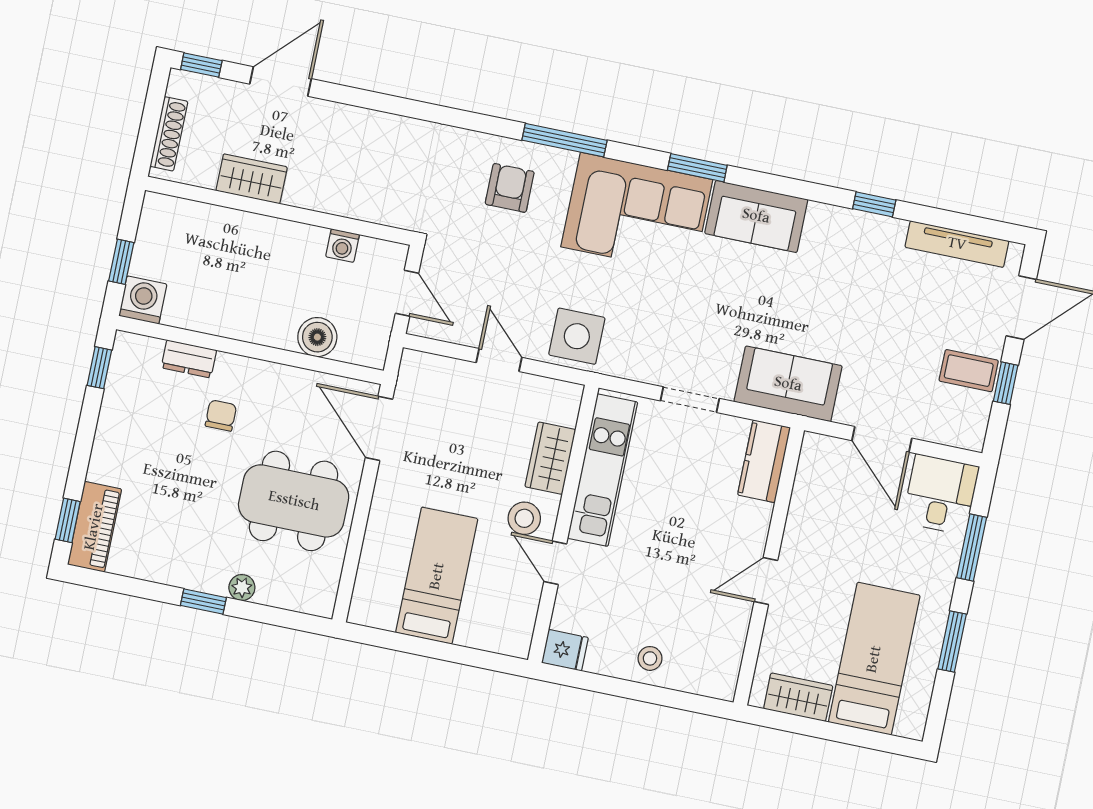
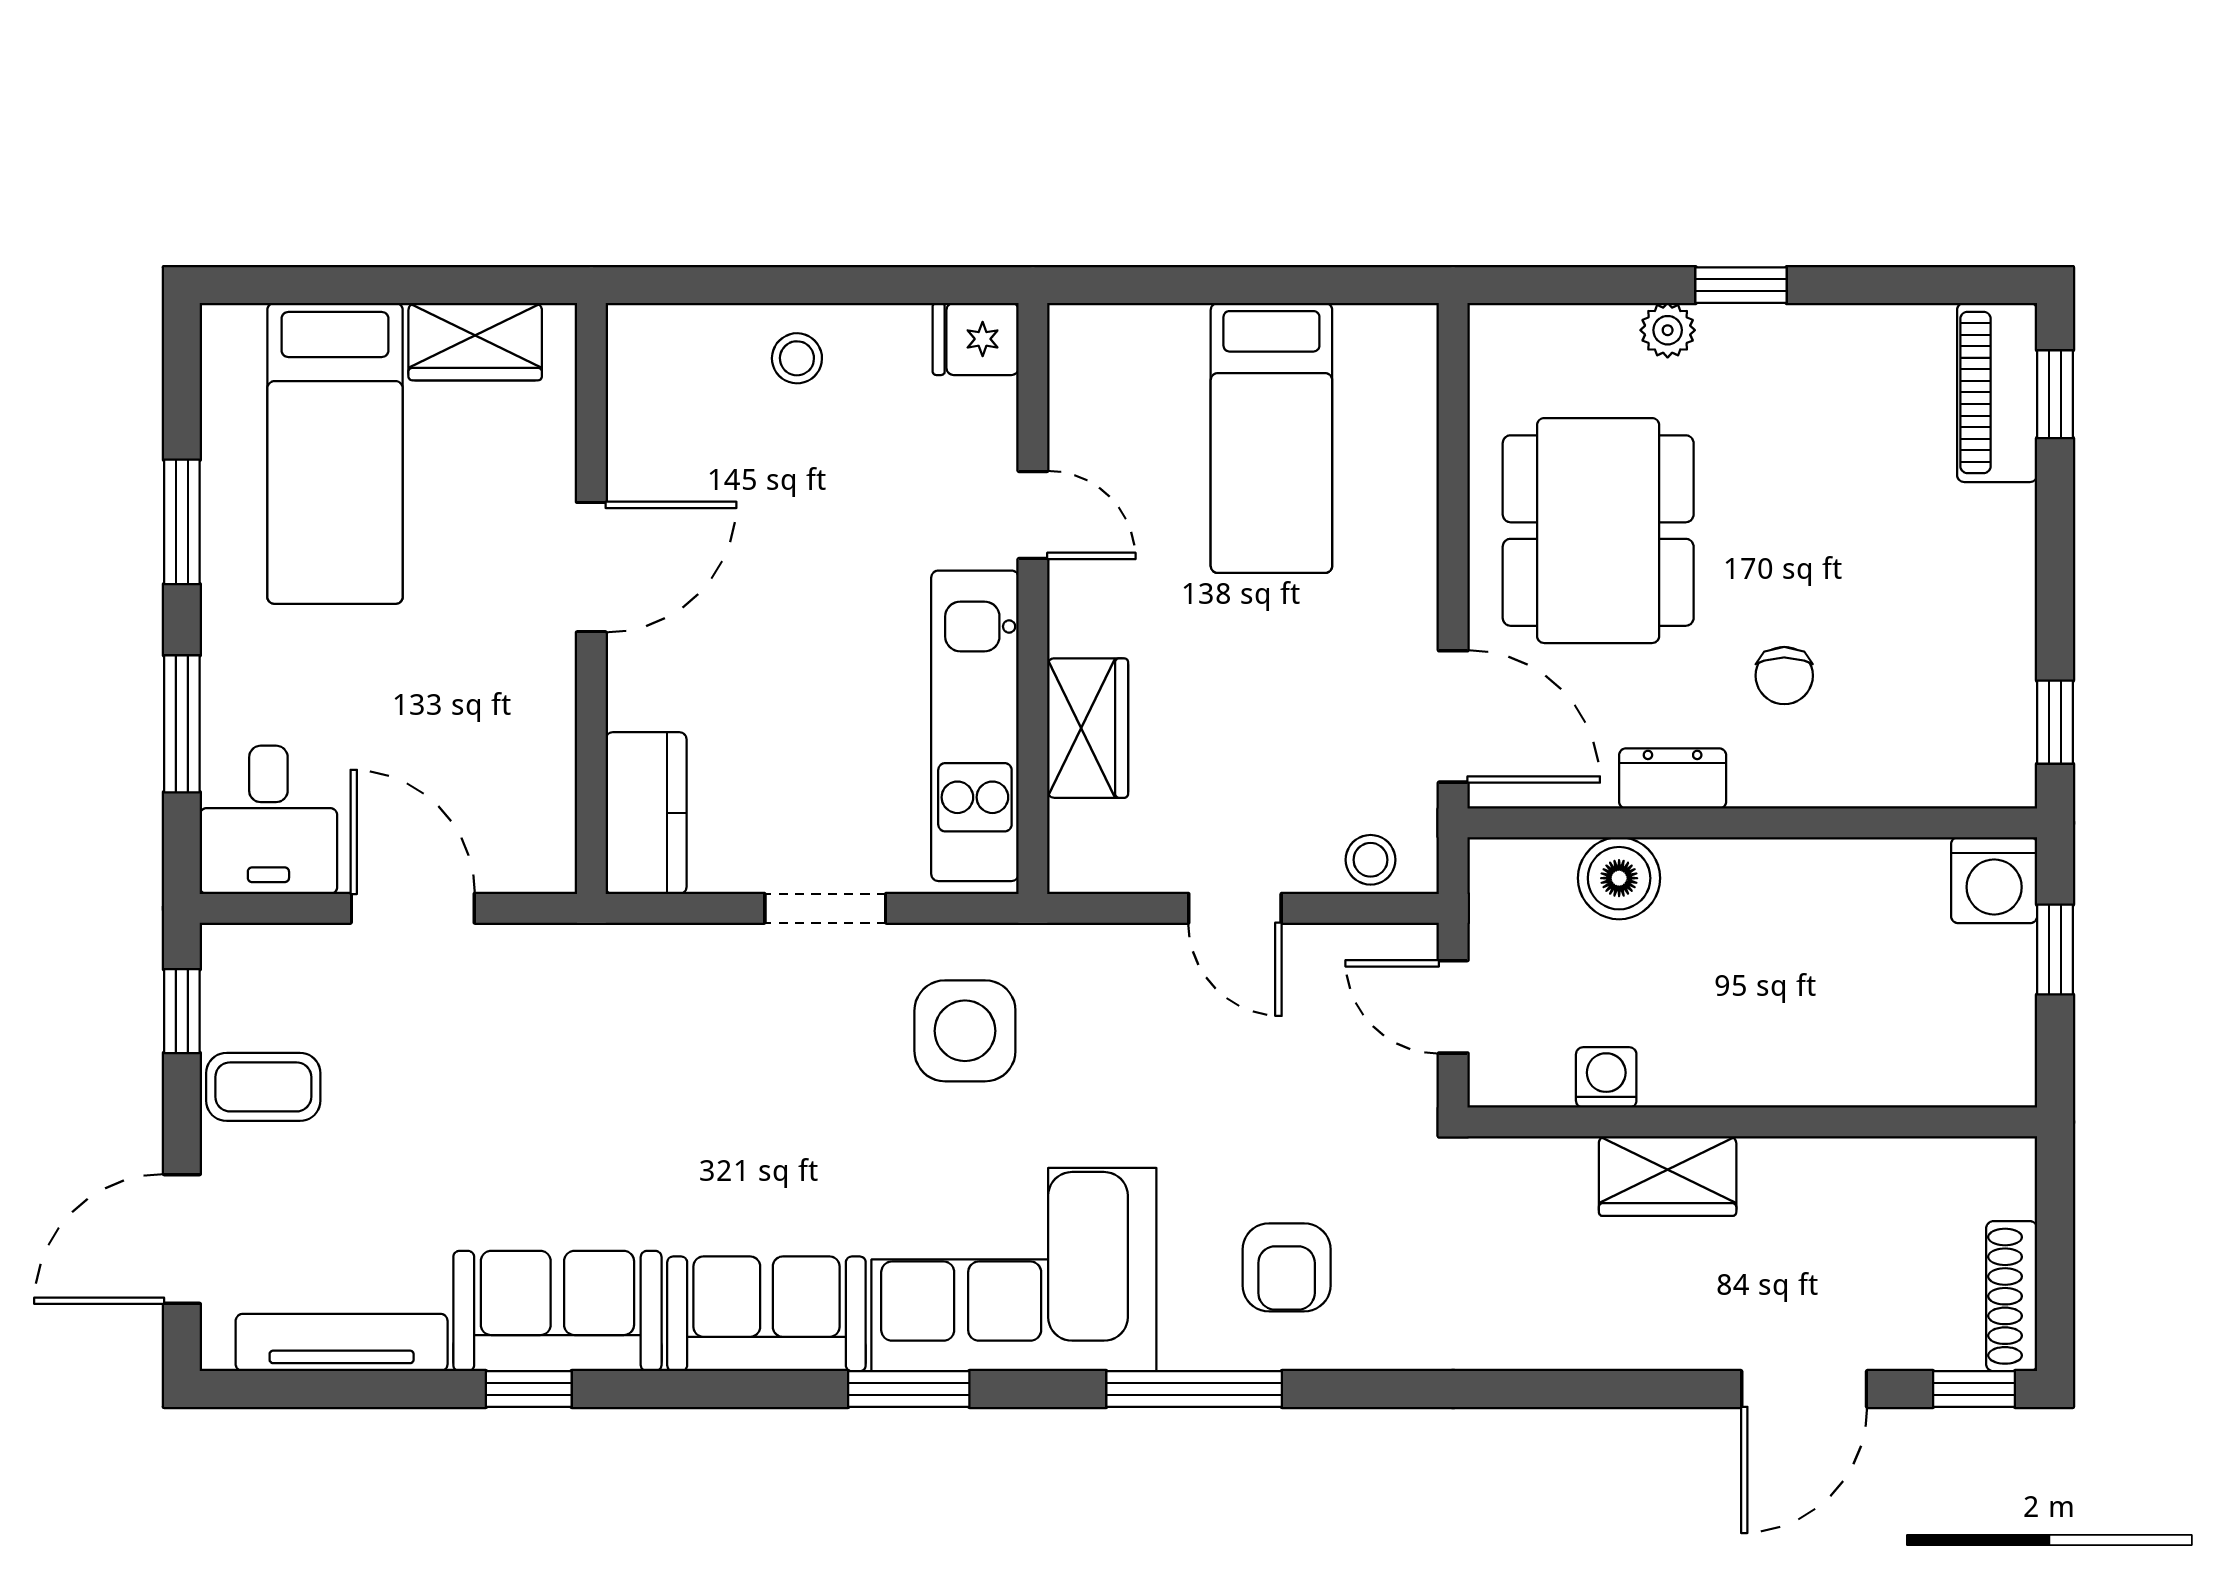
shoe rack: (169, 134) -> (2012, 1296), moved
wardrobe: (252, 179) -> (1668, 1176), moved
side table: (577, 336) -> (965, 1031), moved
dresser: (189, 359) -> (1673, 778), moved
window: (1006, 383) -> (182, 1011), moved
sofa: (788, 384) -> (557, 1311), moved, turned 180
dining table: (294, 501) -> (1598, 531), turned 90
stool: (524, 518) -> (1371, 860), moved, width x0.73, depth x0.73
door: (766, 581) -> (591, 567), width x1.38

